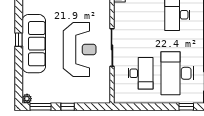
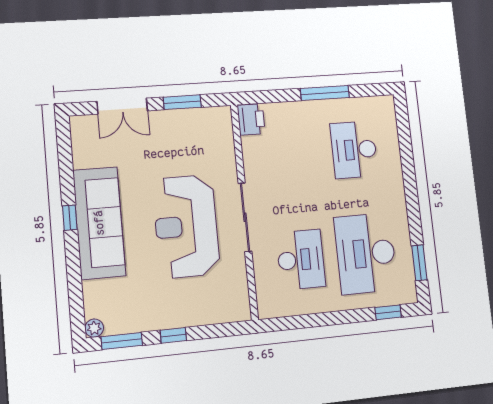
reception desk: (80, 50) -> (186, 226), turned 180

